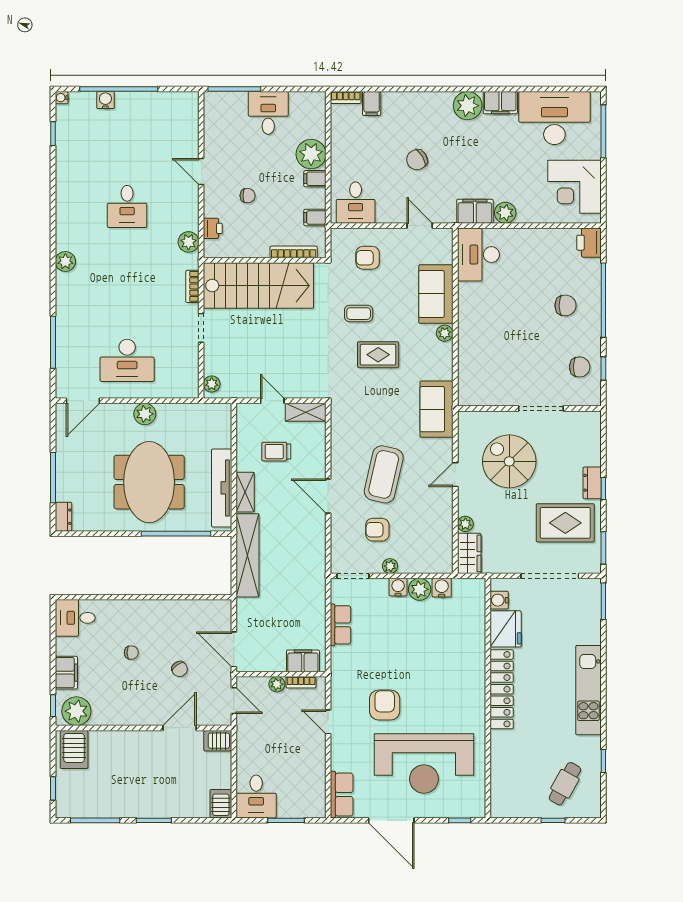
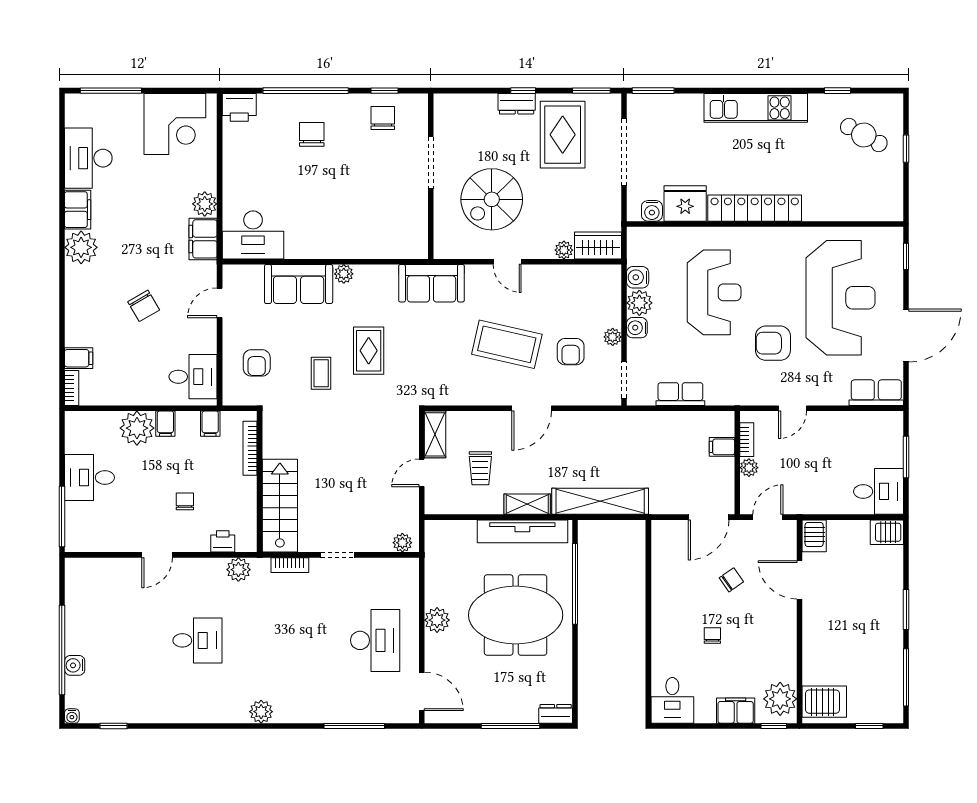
desk: (554, 118) -> (88, 158), width x0.73, depth x0.77
stairs: (258, 286) -> (280, 506), width x0.73, depth x0.66
reception desk: (429, 654) -> (714, 292), added
filing cabinet: (303, 661) -> (722, 447), width x0.50

